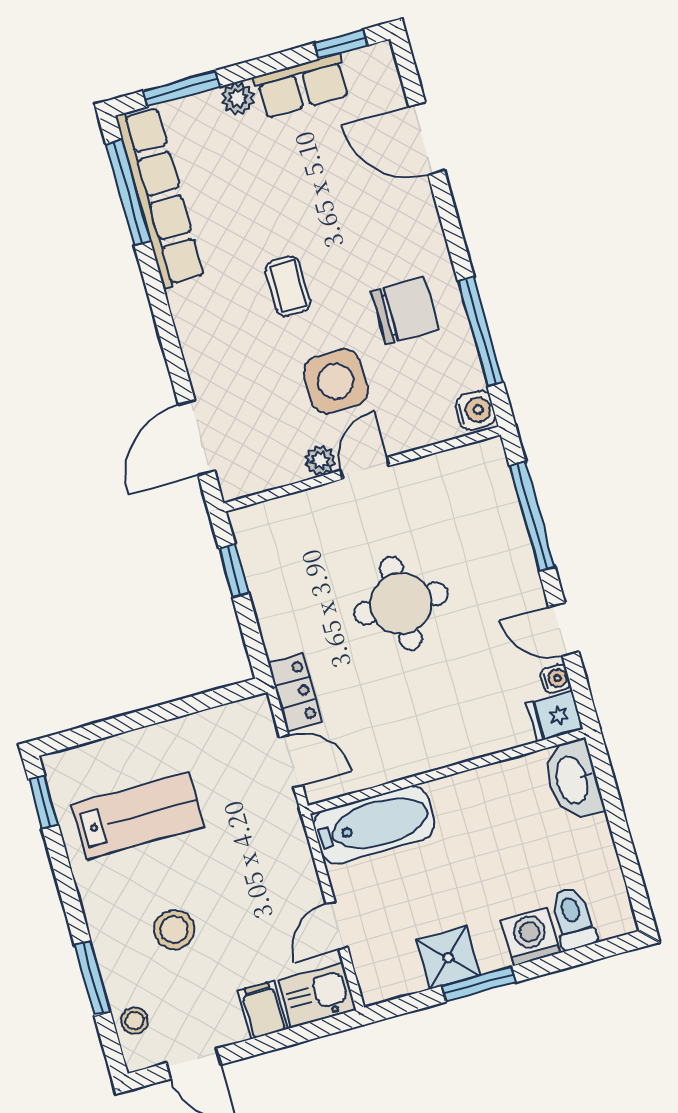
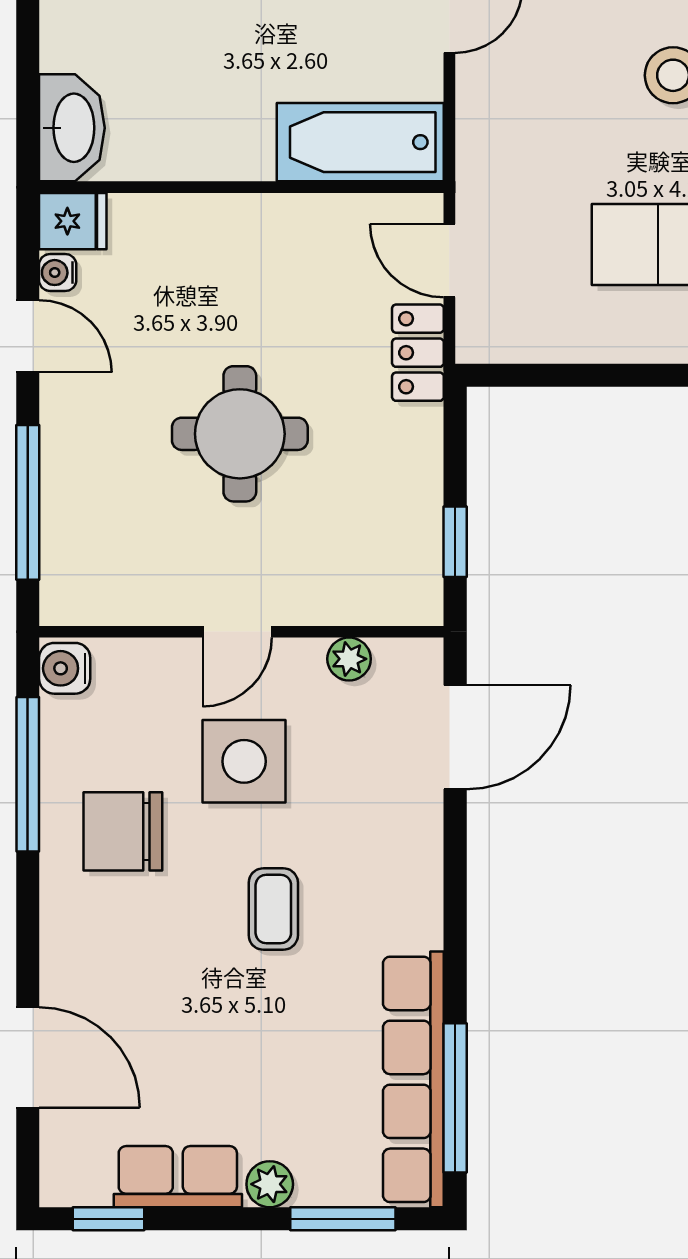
plant: (320, 461) -> (349, 659), moved

